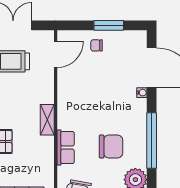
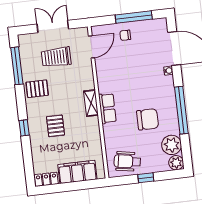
window: (109, 25) -> (134, 17), width x1.44
row of seats: (66, 148) -> (107, 108), moved

